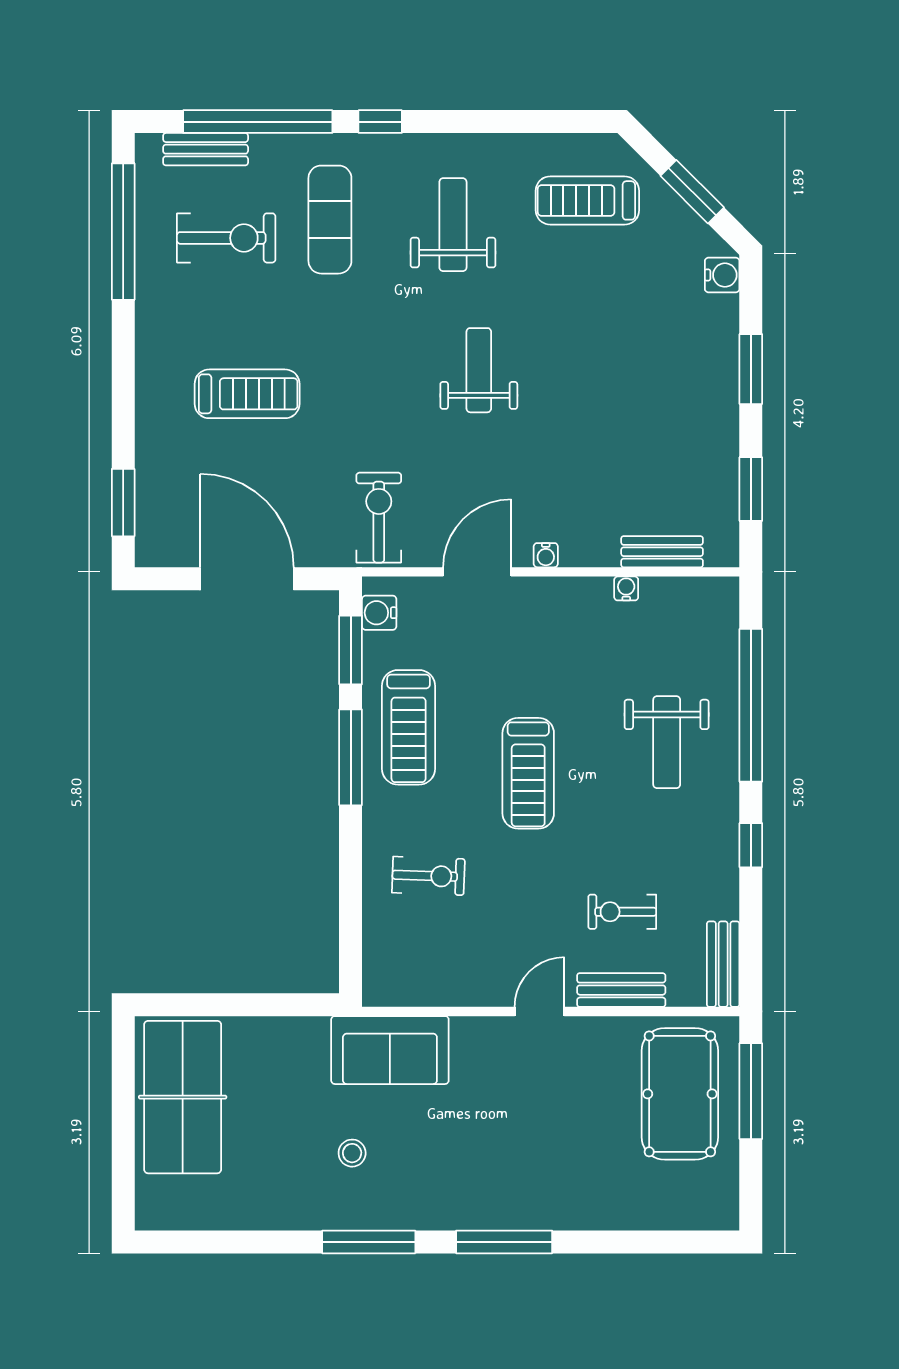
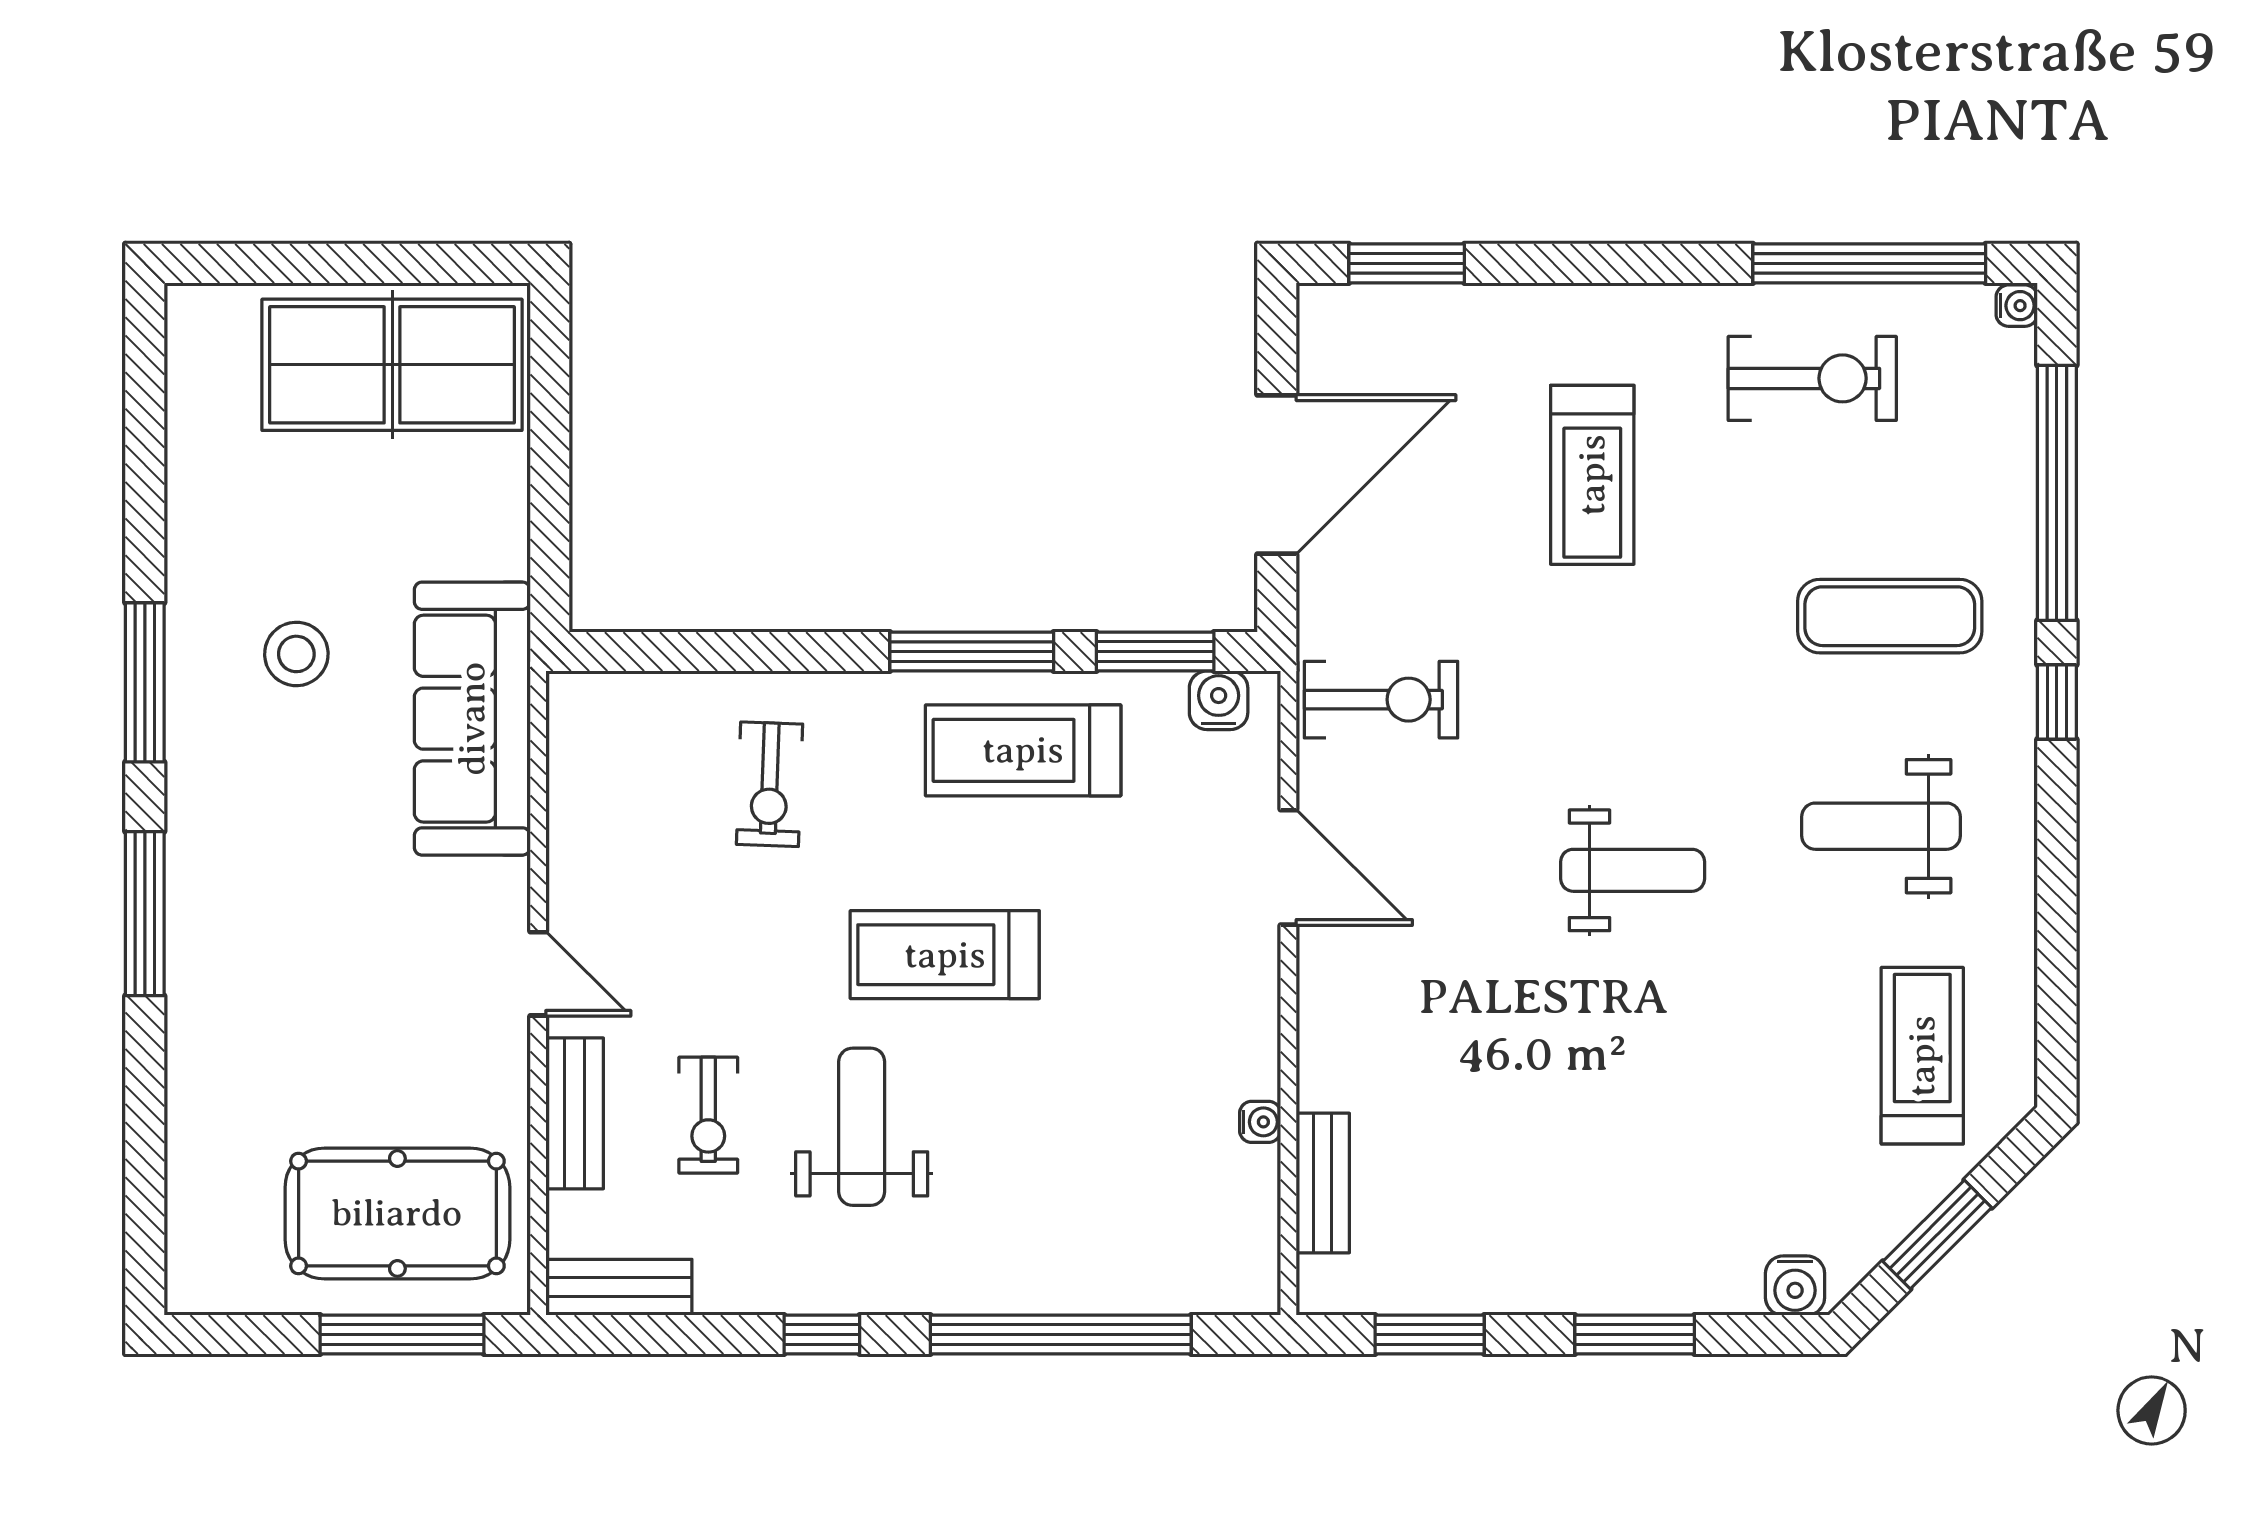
bench: (206, 149) -> (2010, 404), removed
weight bench: (453, 225) -> (1881, 826), turned 180
exercise bike: (226, 238) -> (1812, 378), moved, turned -90
water cooler: (546, 555) -> (2017, 306), moved, turned 180
weight bench: (667, 742) -> (862, 1127), moved, turned 90
exercise bike: (622, 912) -> (708, 1115), turned 180
sofa: (390, 1050) -> (472, 719), width x1.36
stool: (352, 1153) -> (296, 654), width x1.37, depth x1.37

